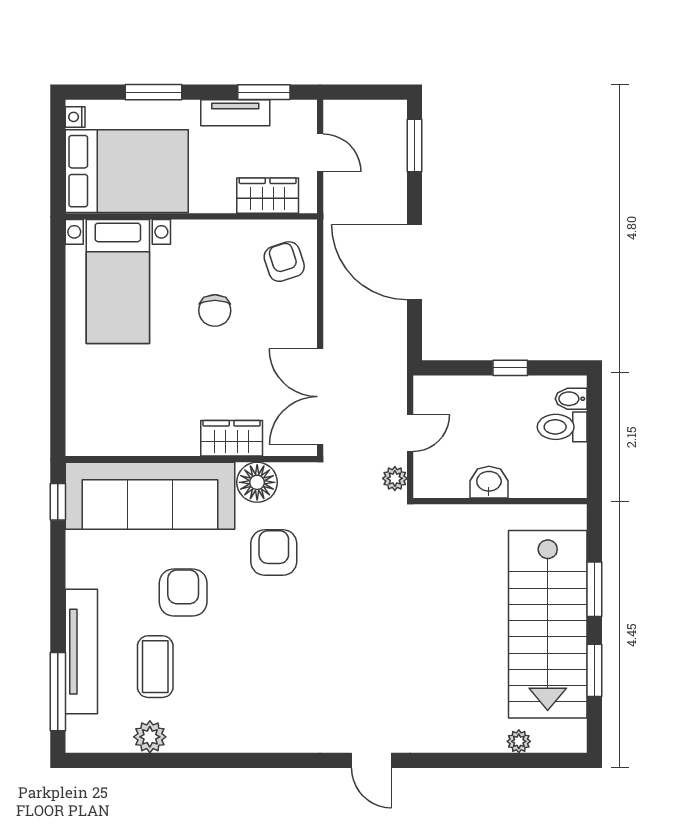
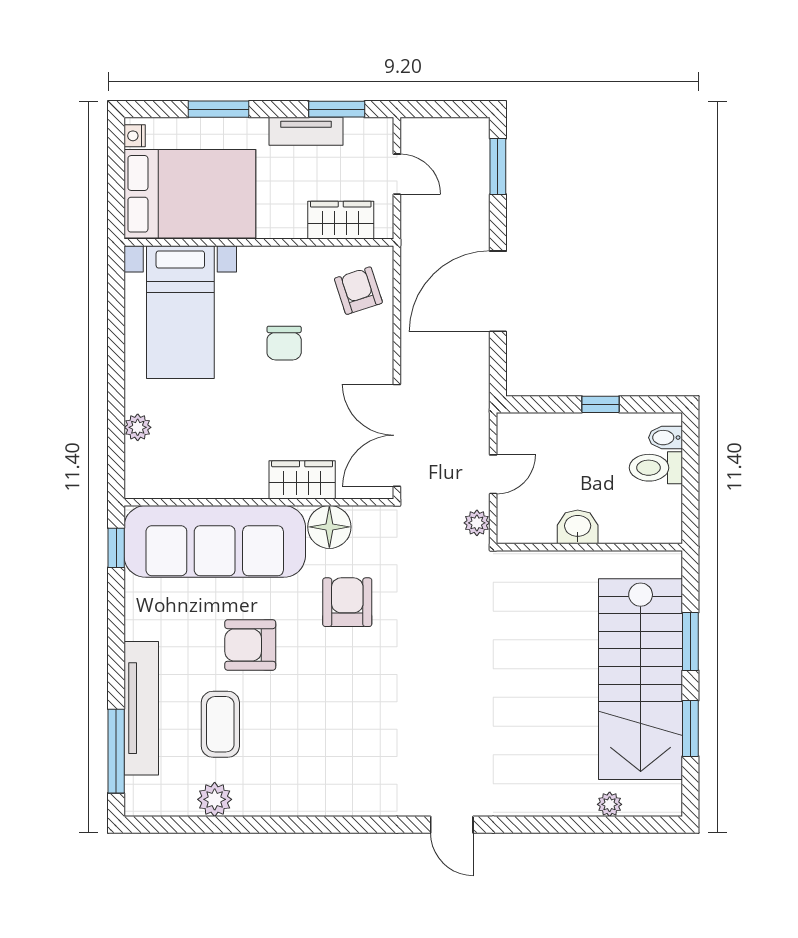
door: (415, 262) -> (498, 291), hinge flipped
plant: (78, 389) -> (138, 427), added
armchair: (183, 593) -> (250, 645), turned -90

